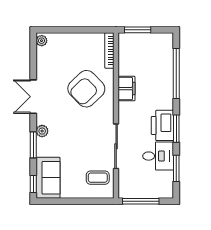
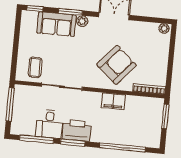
armchair: (86, 89) -> (117, 65), turned 85
window: (176, 168) -> (37, 139), width x1.44
sofa: (48, 178) -> (57, 24), moved

